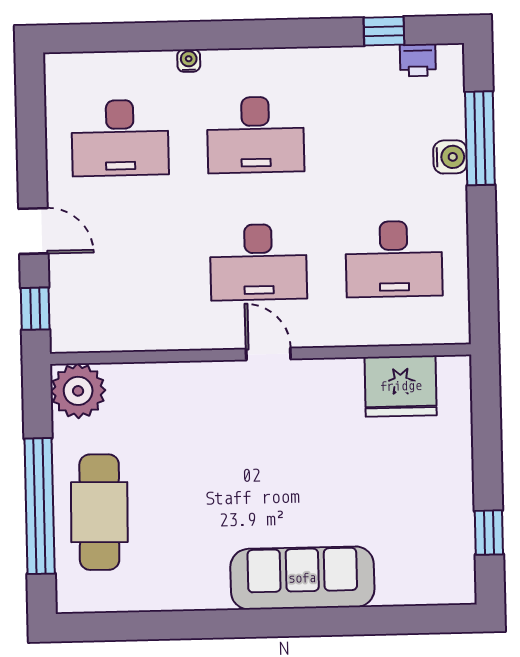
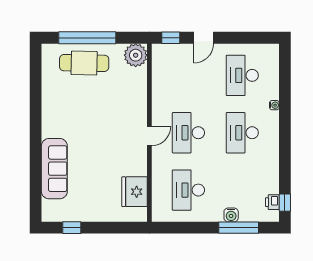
window: (384, 31) -> (285, 203), moved
sofa: (302, 578) -> (54, 169), moved

